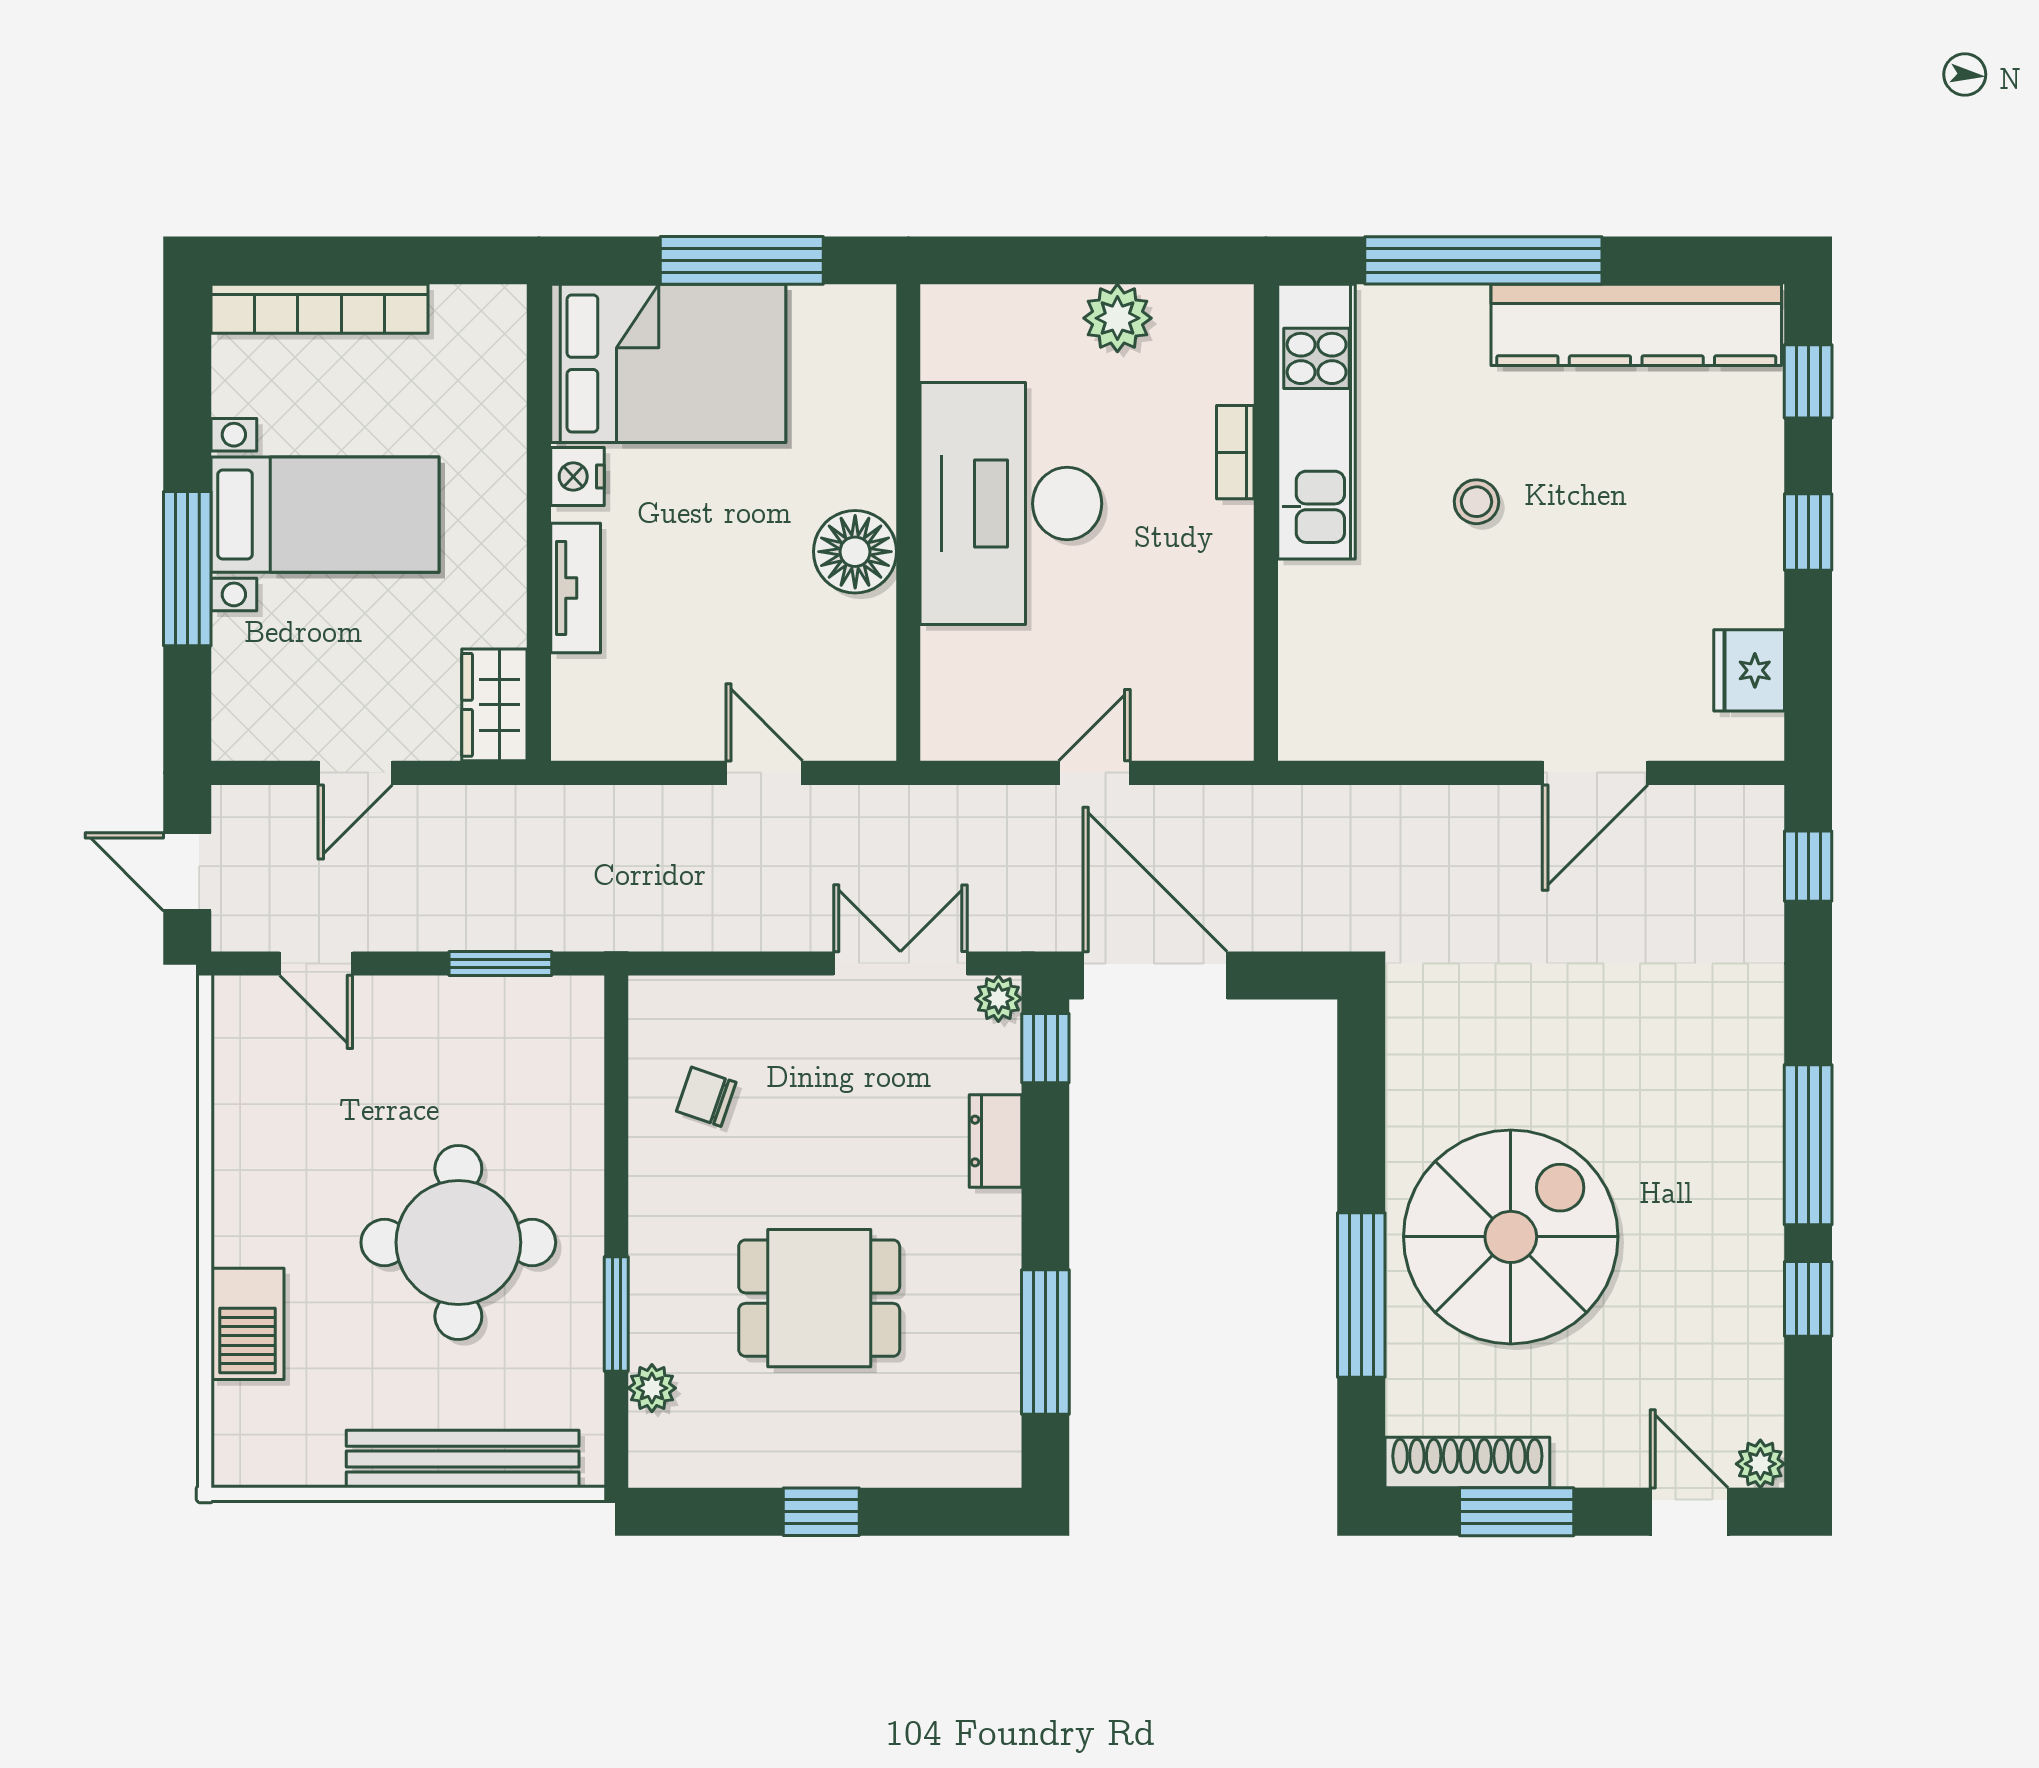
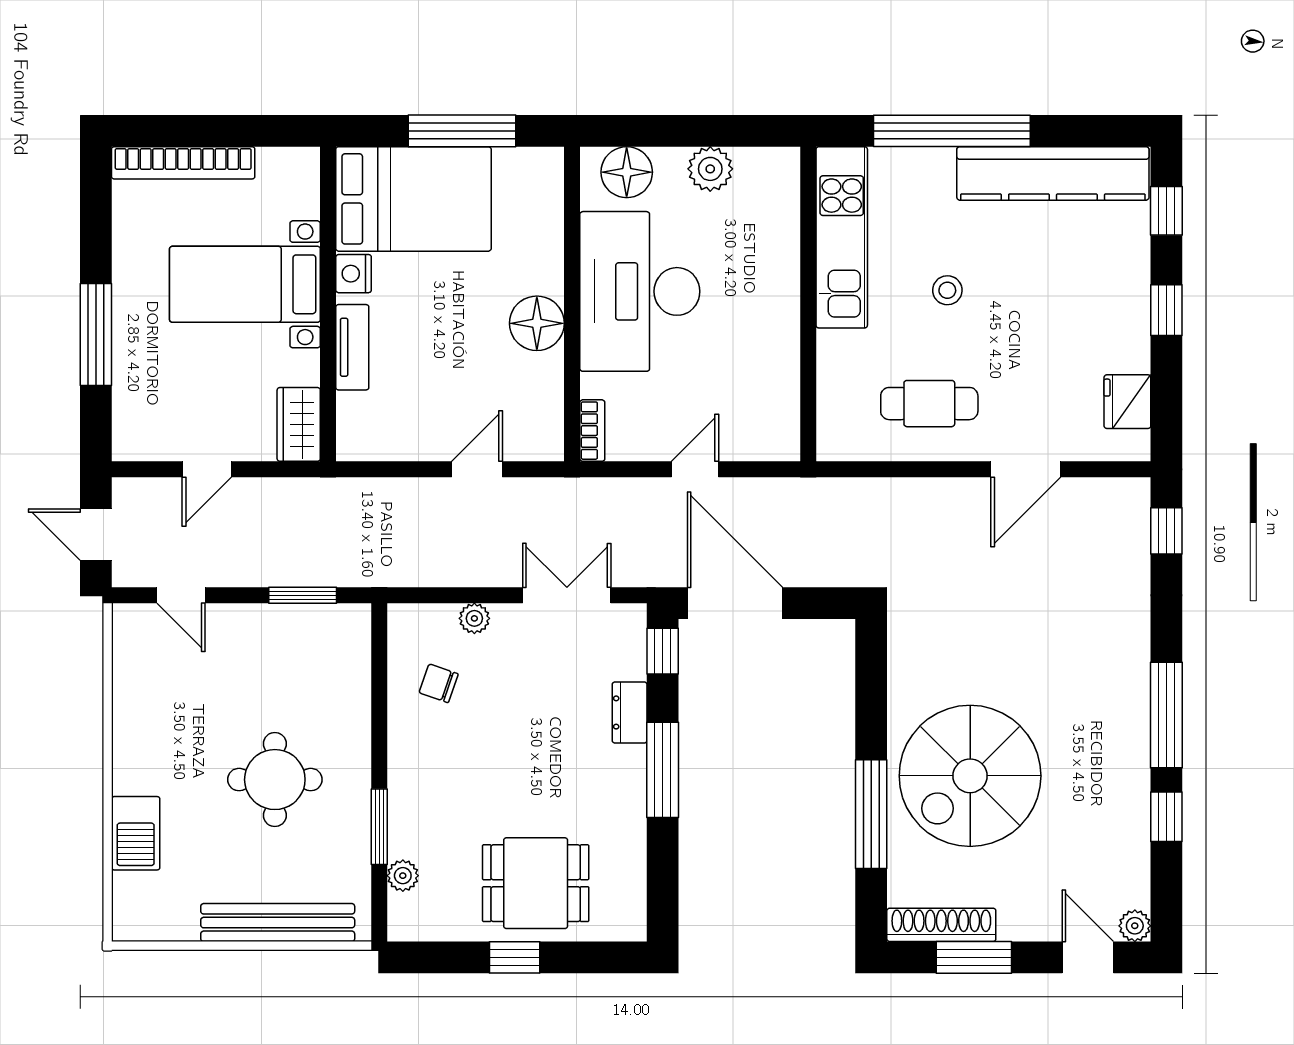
floor lamp: (991, 323) -> (627, 172), added
bookcase: (1235, 452) -> (592, 431), moved, turned 180
bed with nightstands: (325, 515) -> (245, 284), moved, turned 180
cafe table: (1449, 673) -> (929, 404), added
door: (764, 773) -> (477, 469), hinge flipped
plant: (998, 999) -> (474, 618), moved
spiral stairs: (1511, 1237) -> (970, 776), turned 180
round table: (458, 1242) -> (275, 780), width x0.73, depth x0.73
dining table: (819, 1298) -> (536, 883), moved
window: (1045, 1342) -> (663, 770), moved

